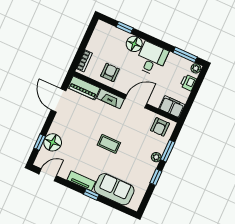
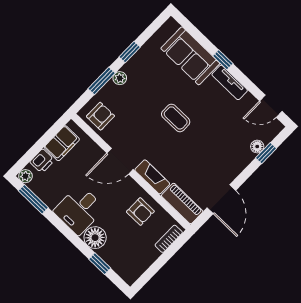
armchair: (110, 72) -> (140, 212), turned -90
filing cabinet: (172, 107) -> (62, 143), moved, turned -90
floor lamp: (53, 142) -> (257, 147), width x0.53, depth x0.53

